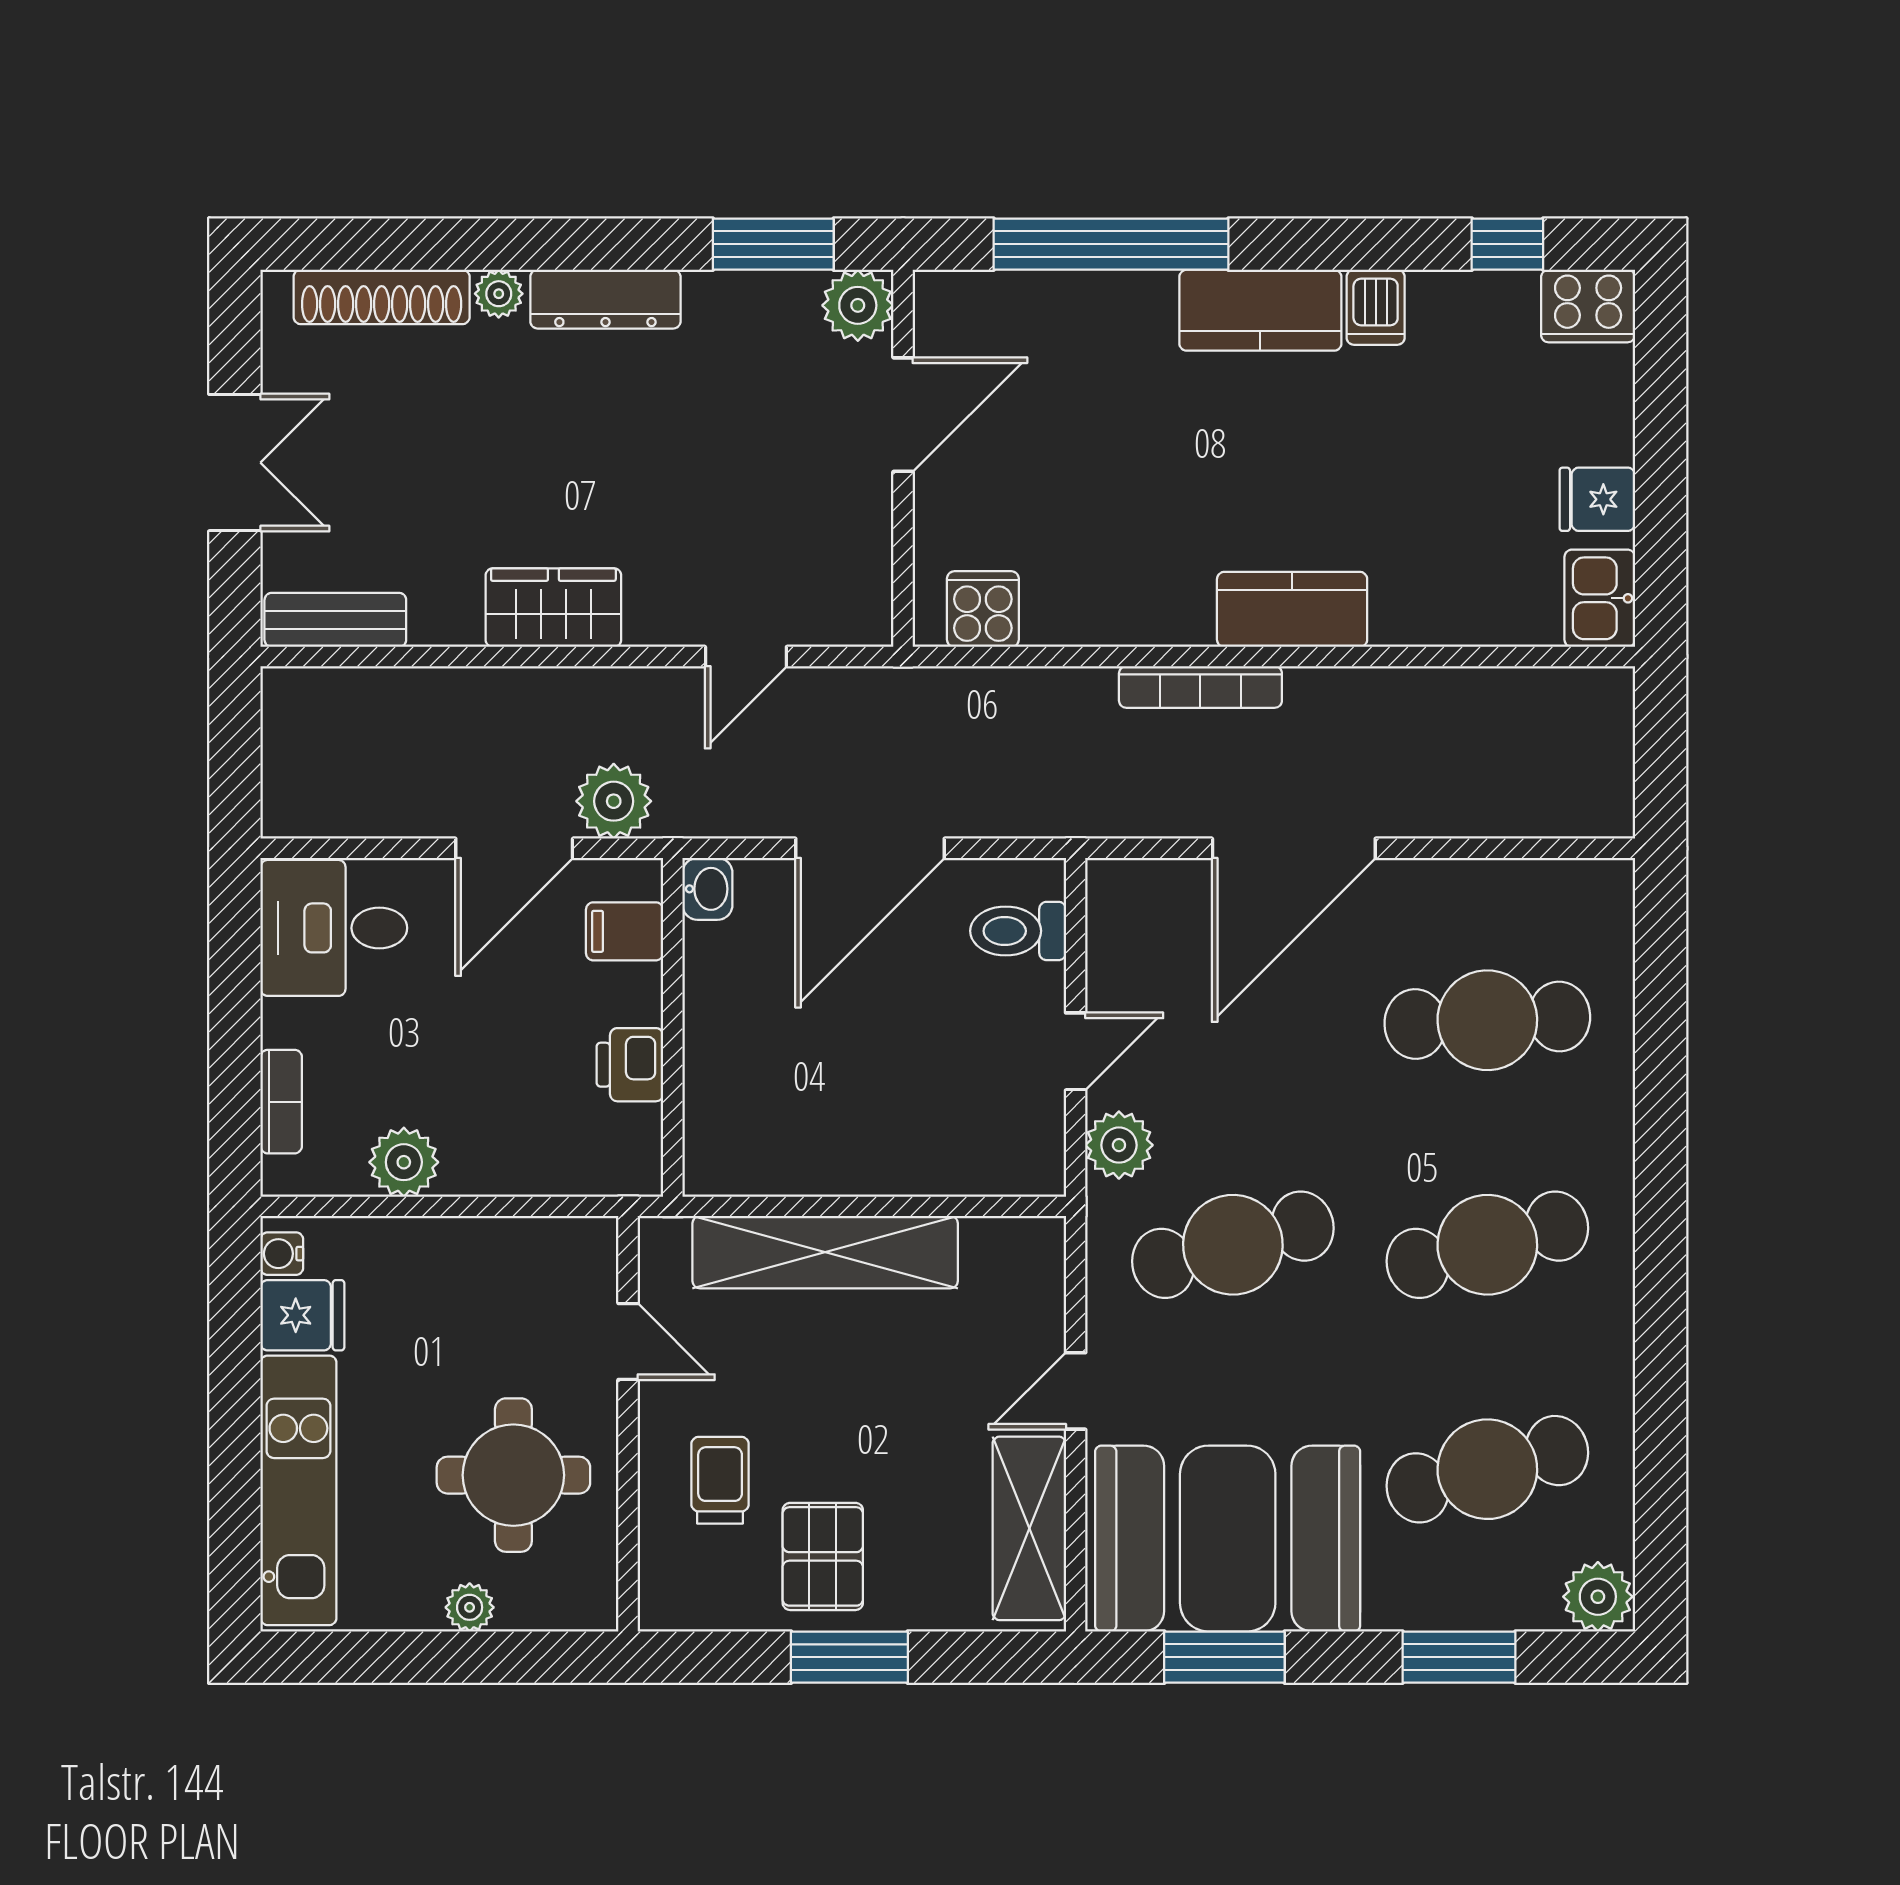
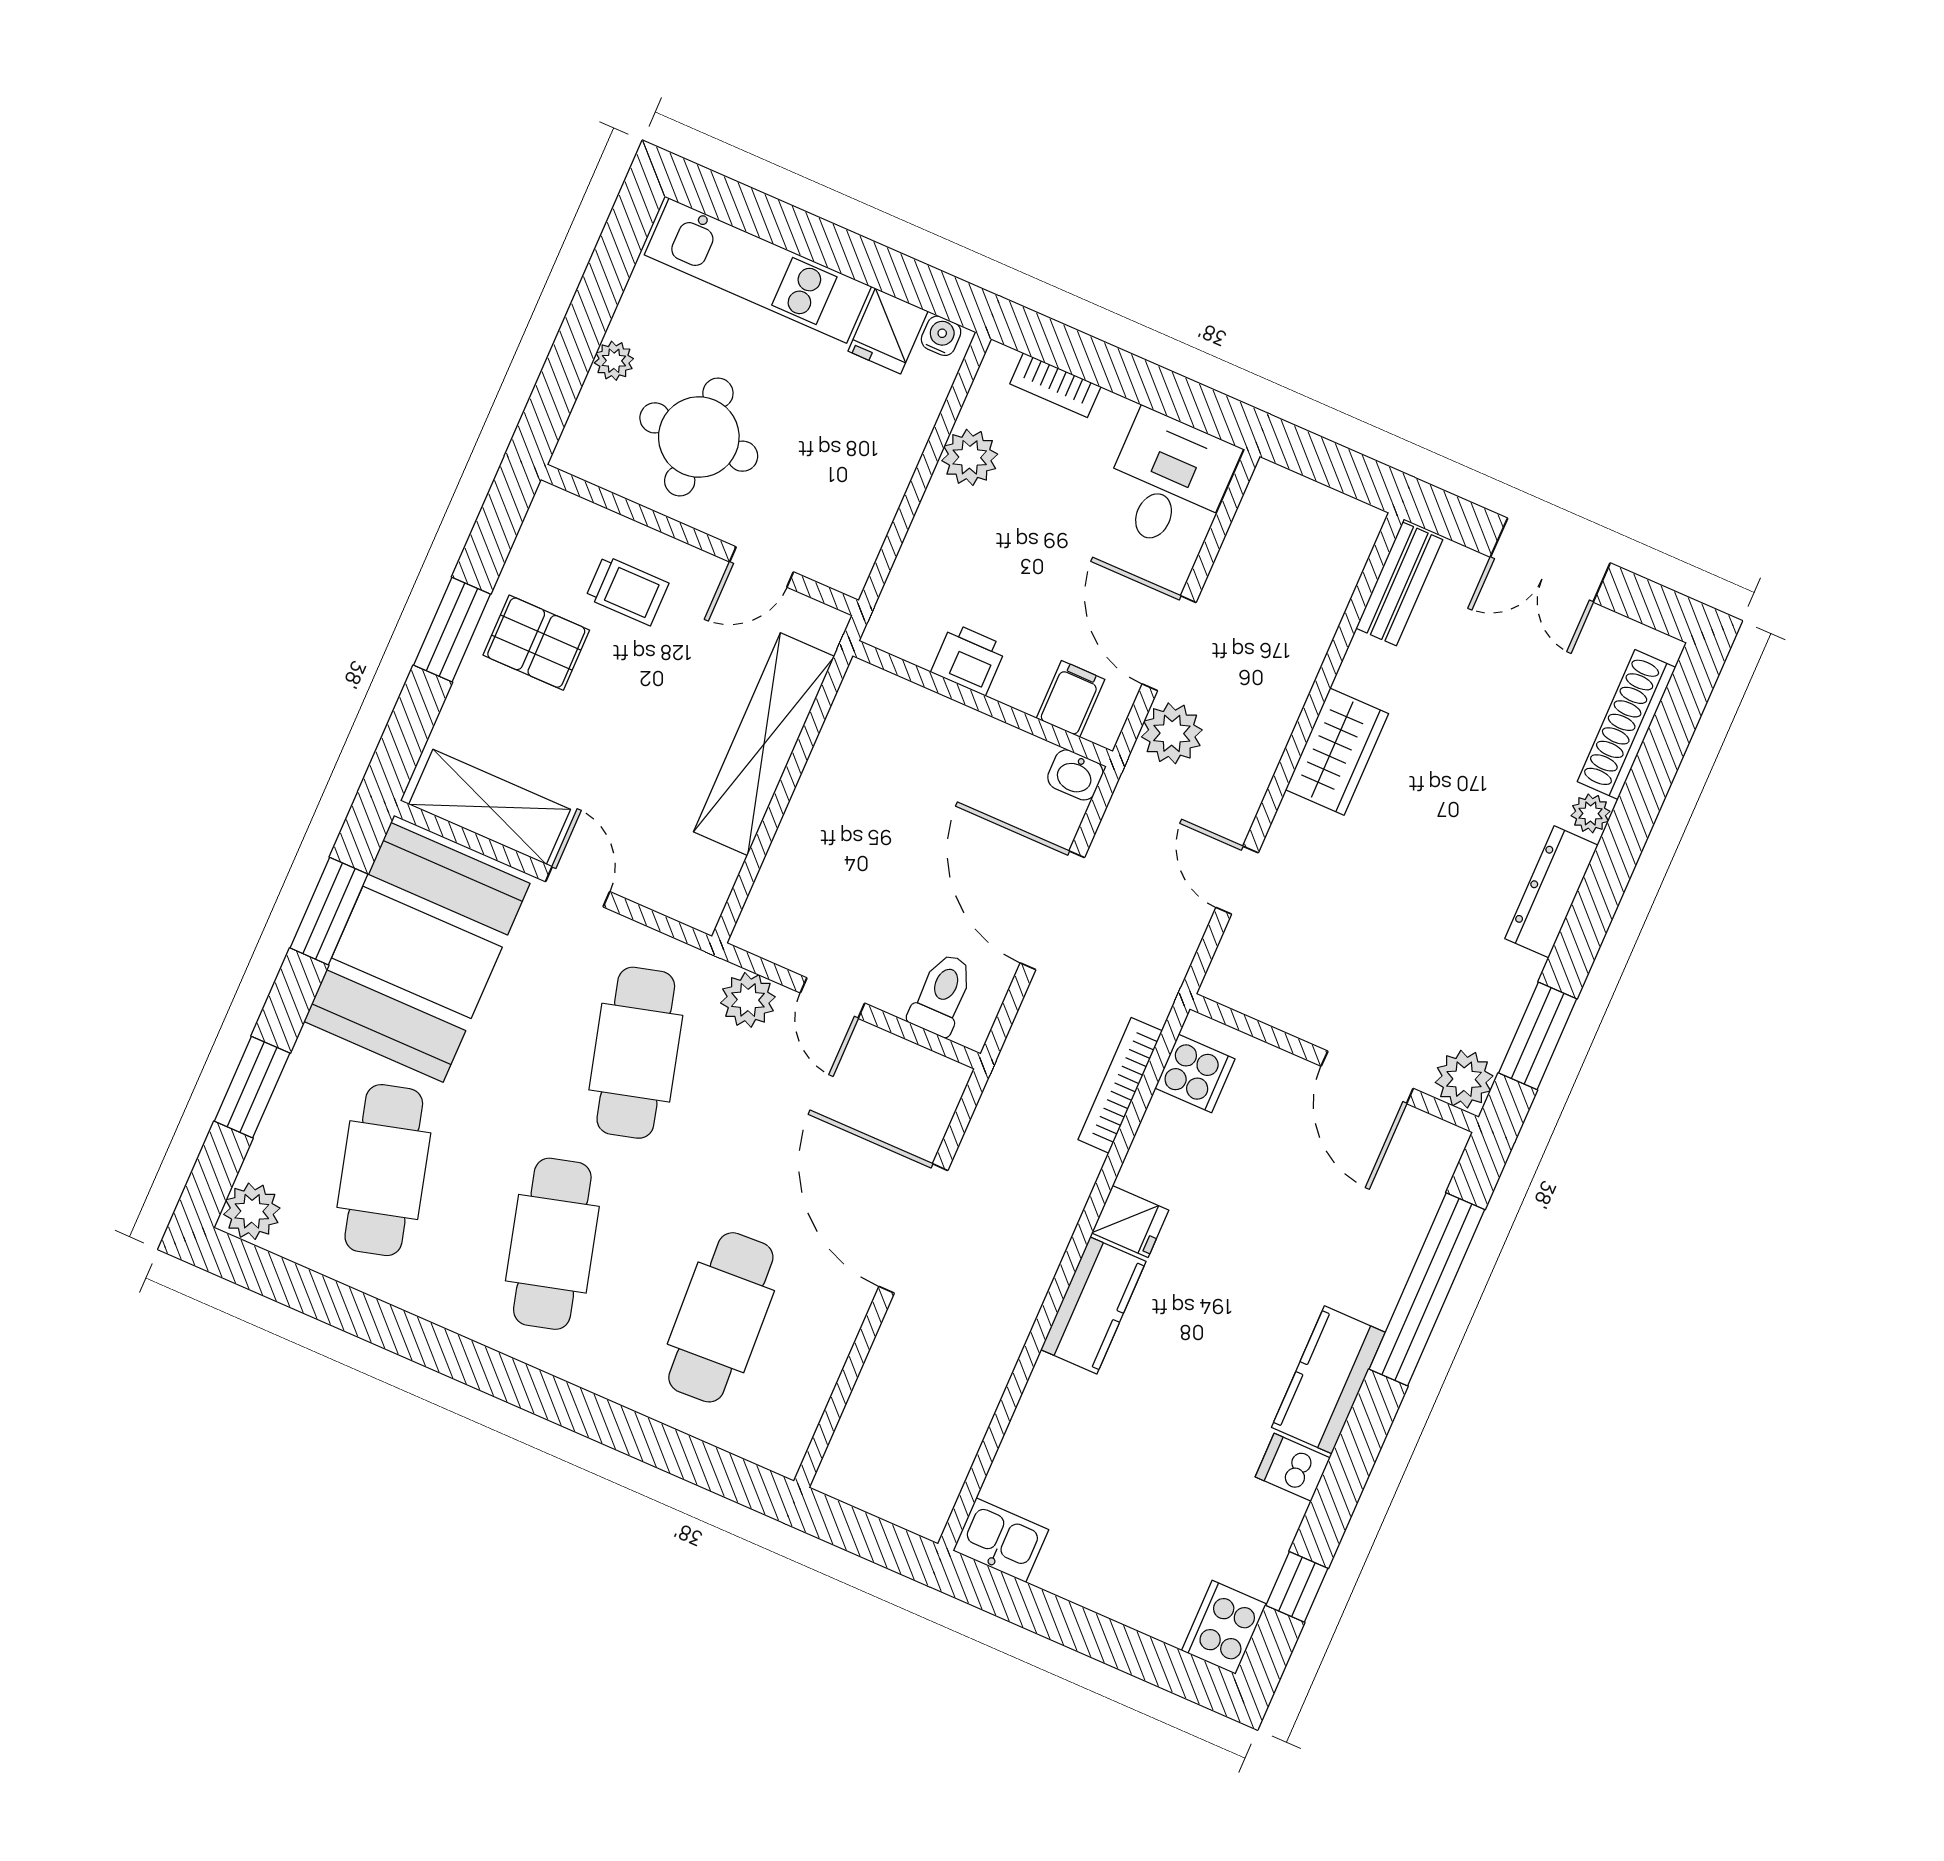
fridge: (1597, 499) -> (1130, 1222), moved, turned 90
bookcase: (1200, 687) -> (1120, 1085), moved

